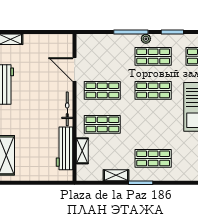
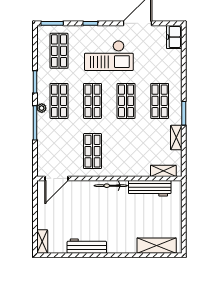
door: (75, 69) -> (56, 178), moved
shop shelf: (102, 124) -> (126, 101), moved
shelving: (82, 151) -> (163, 171), moved

